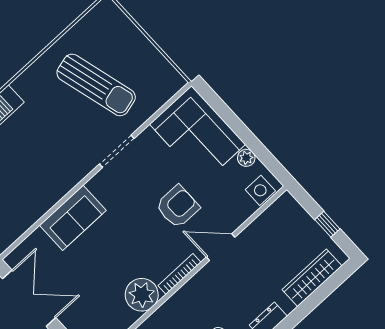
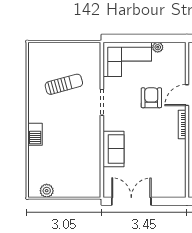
sun lounger: (96, 85) -> (64, 84), width x0.73, depth x0.75
side table: (260, 190) -> (178, 54), removed
plant: (142, 295) -> (176, 150), removed

